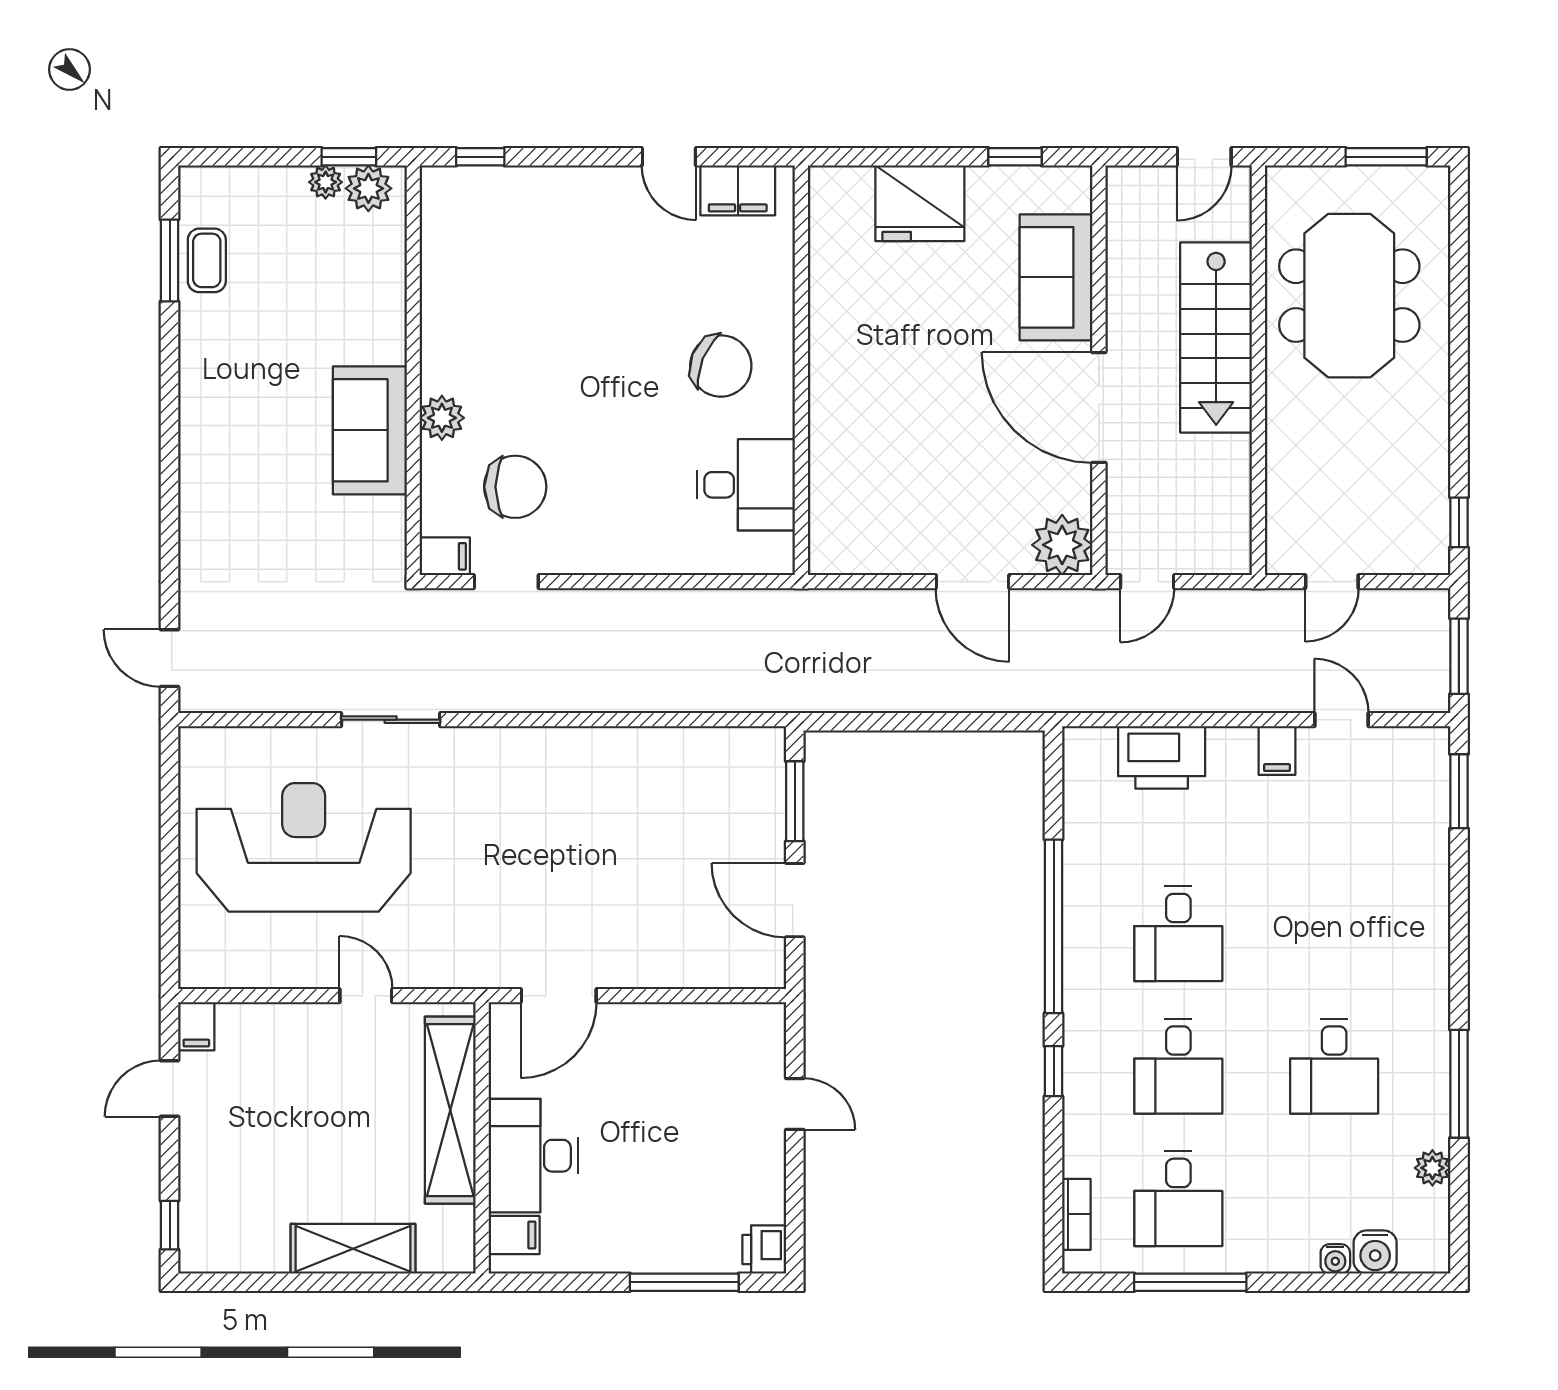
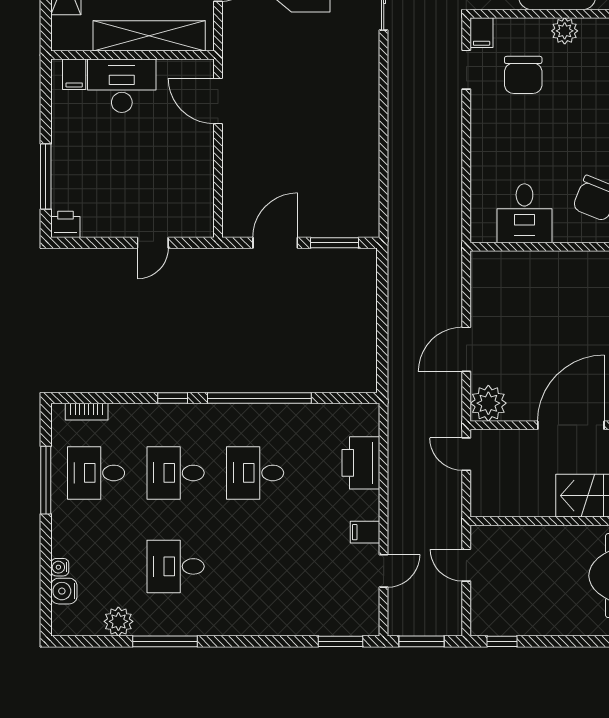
plant: (1432, 1168) -> (118, 621), width x1.38, depth x1.38

